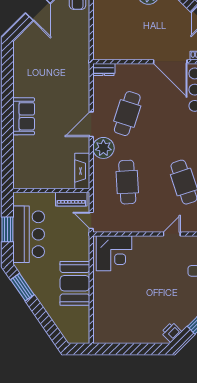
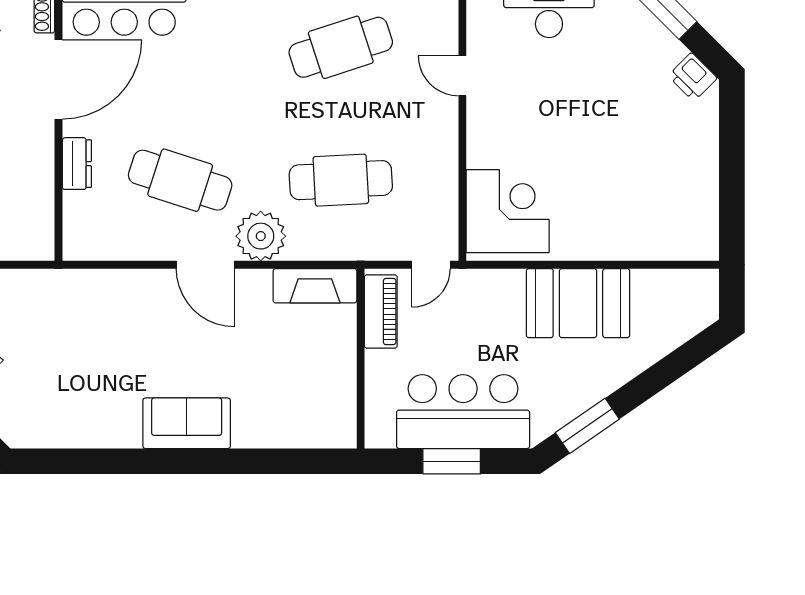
dresser: (104, 69) -> (77, 164), moved

